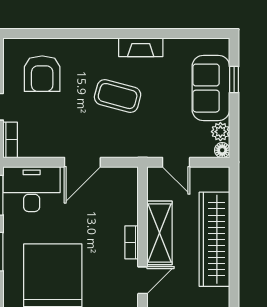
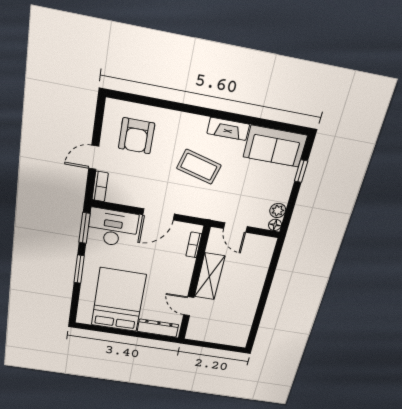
sofa: (211, 88) -> (275, 146), moved, turned -90
wardrobe: (214, 239) -> (251, 288), removed
bookcase: (132, 242) -> (194, 245), moved
door: (143, 280) -> (189, 306), swing flipped

